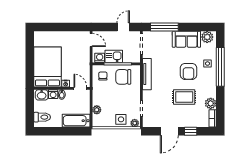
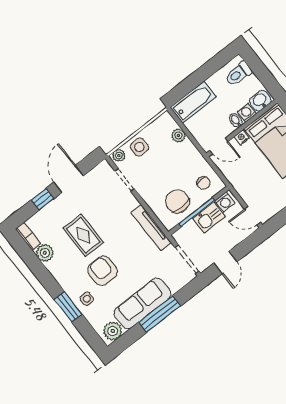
window: (164, 27) -> (160, 314), moved
sofa: (186, 39) -> (142, 303), width x1.36
window: (220, 67) -> (68, 307), width x0.47
chair: (123, 77) -> (177, 201), turned -90
rug: (184, 97) -> (83, 235), turned 90

